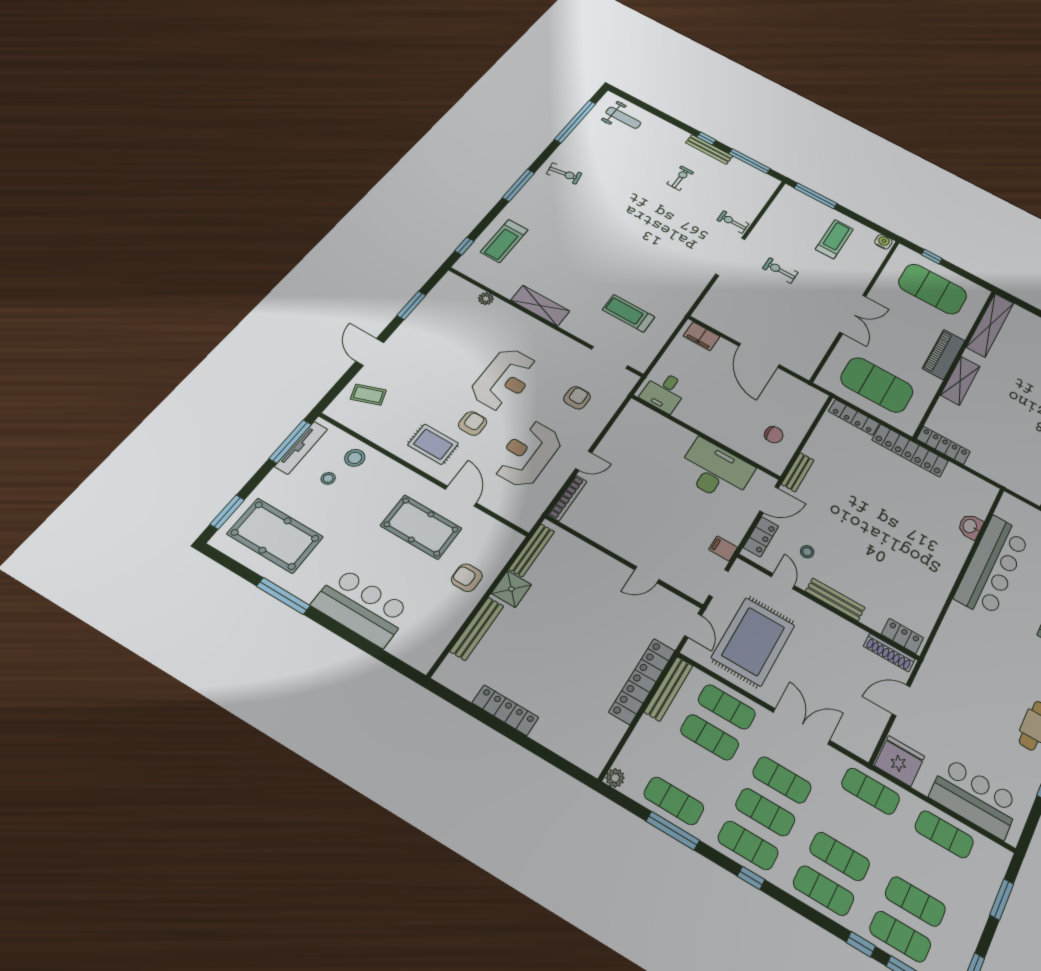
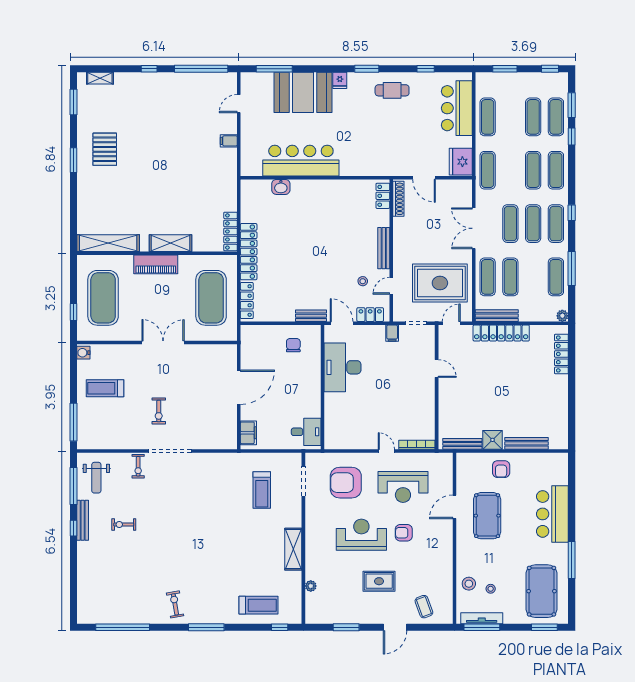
weight bench: (623, 118) -> (96, 478), moved, turned 180
armchair: (577, 398) -> (346, 483), width x1.88, depth x1.88
rug: (433, 444) -> (379, 581), moved, turned 90
locker: (505, 710) -> (561, 354), moved

